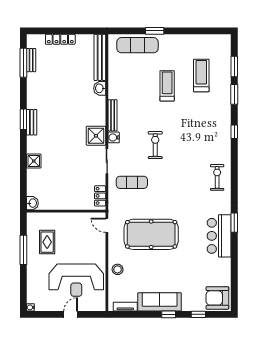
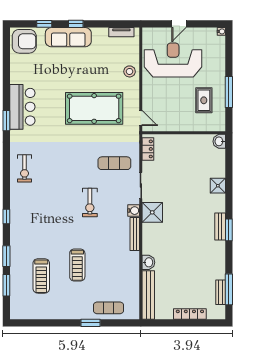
exercise mat: (138, 45) -> (108, 308), width x0.73, depth x0.69
sofa: (160, 302) -> (68, 37), moved

